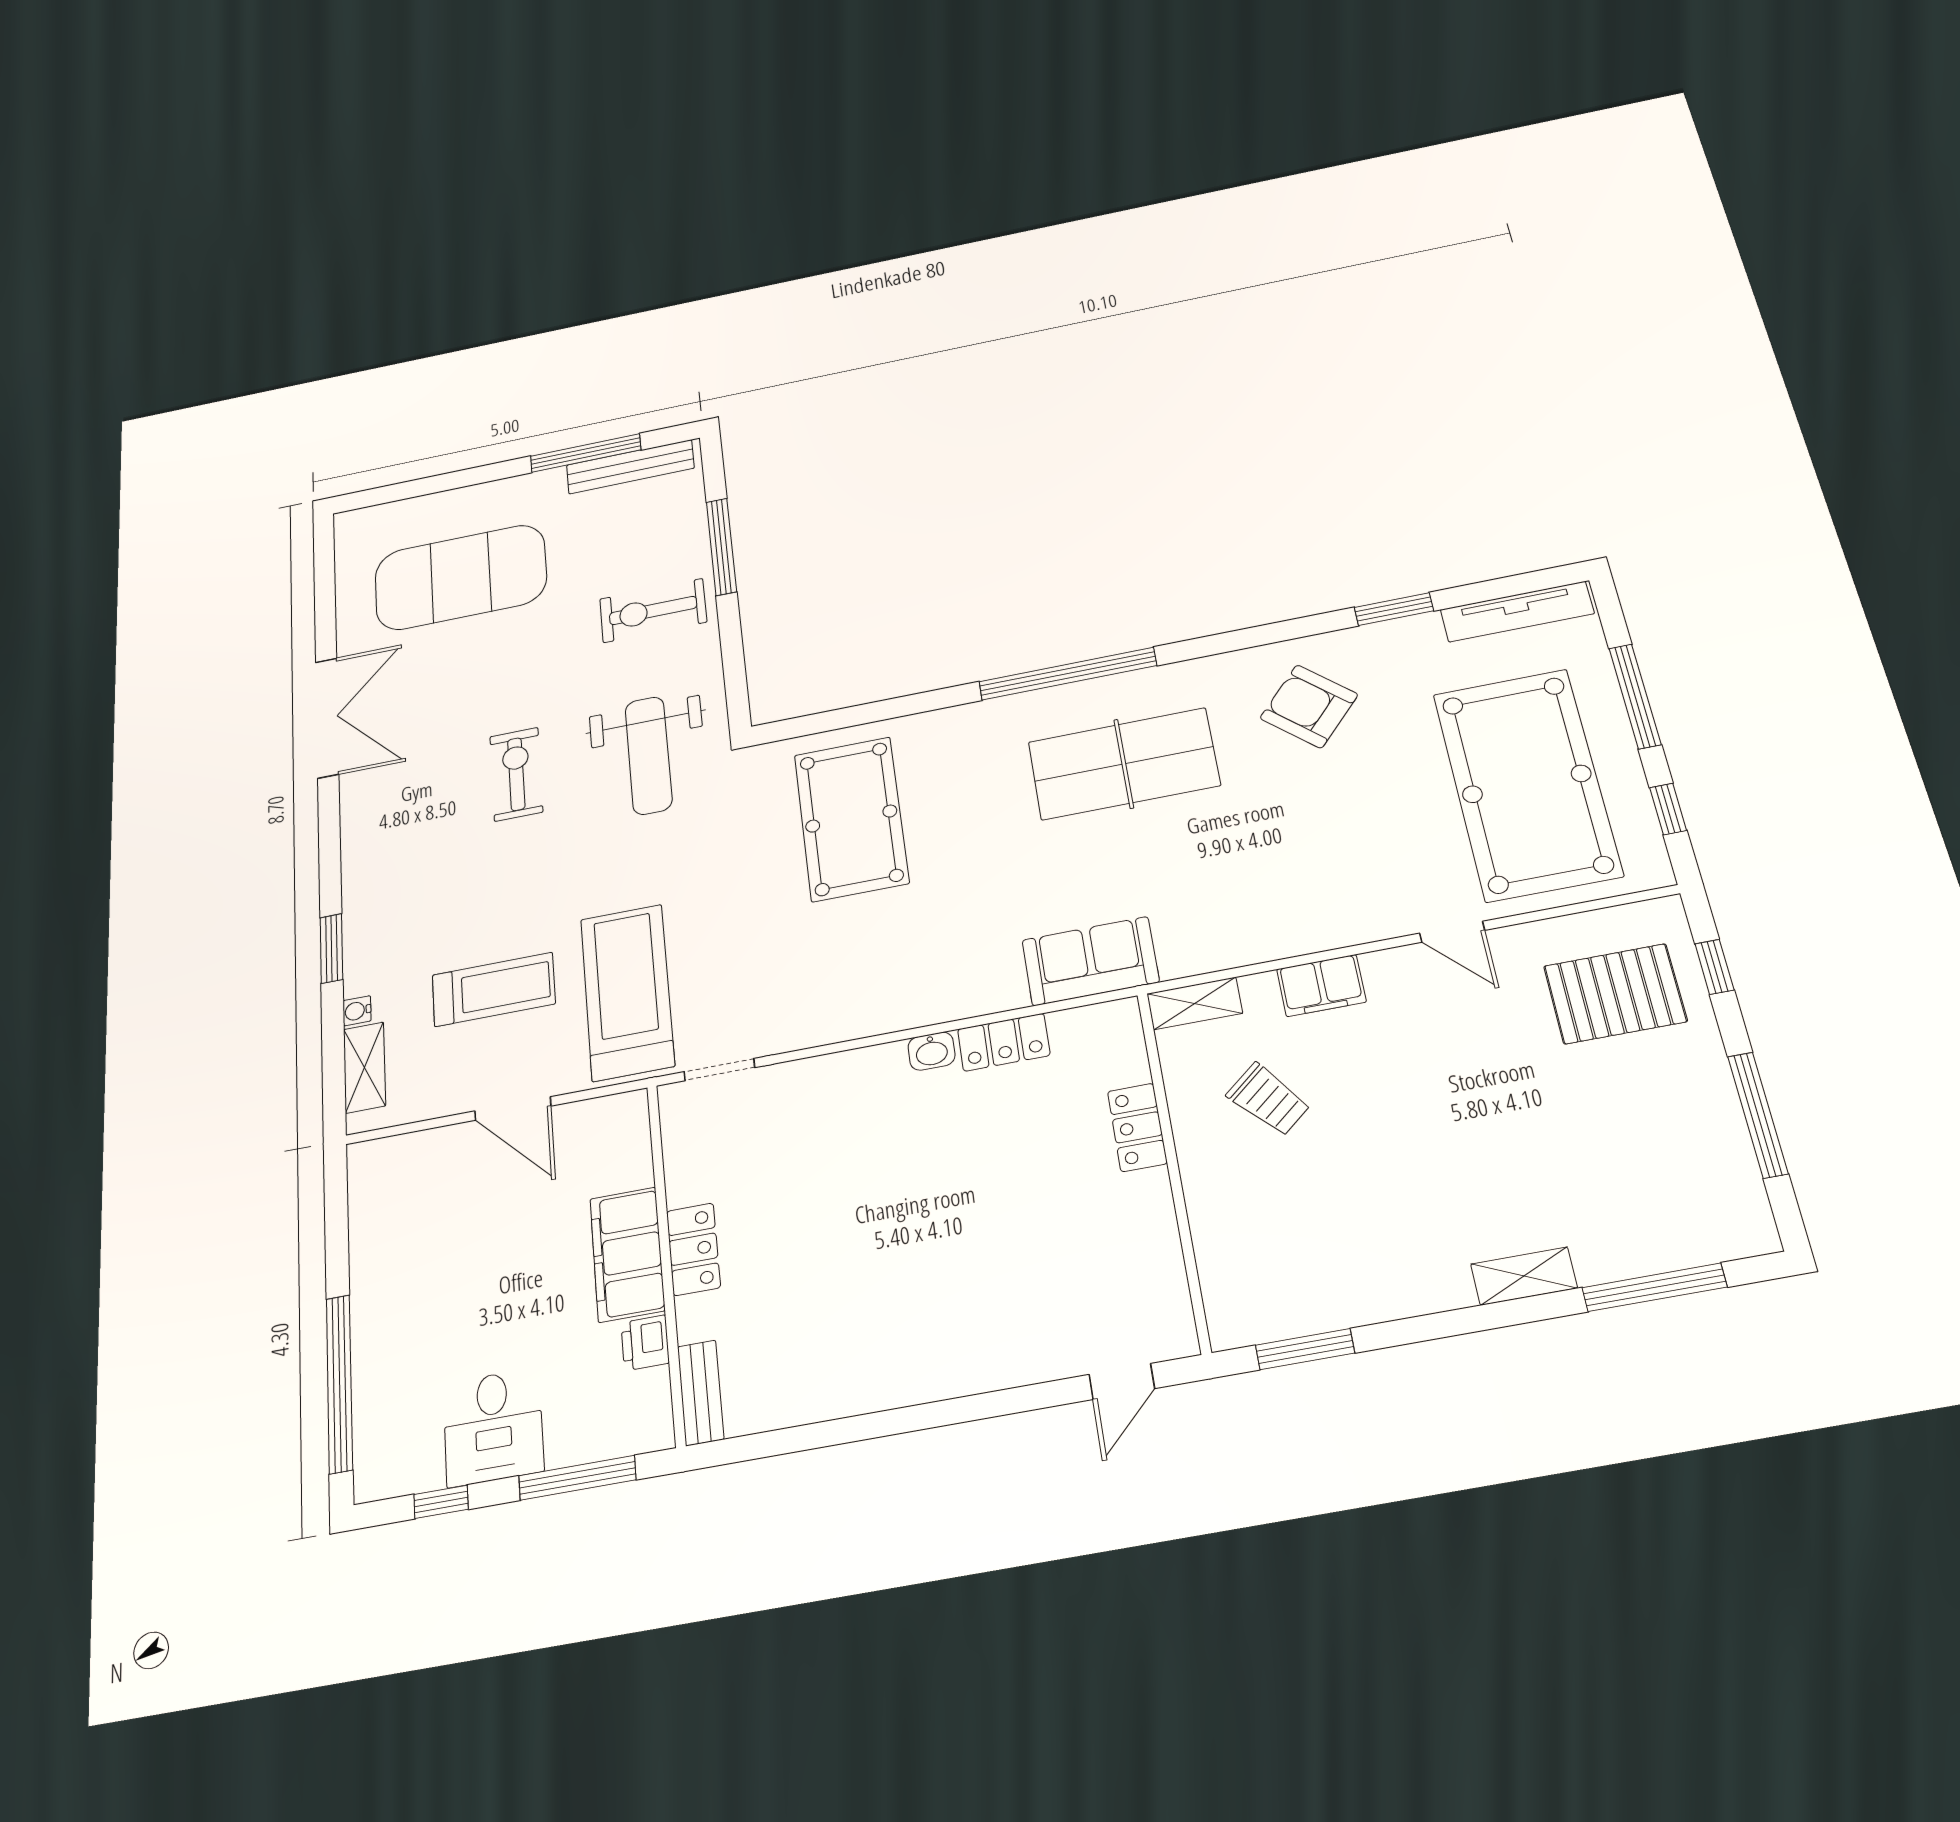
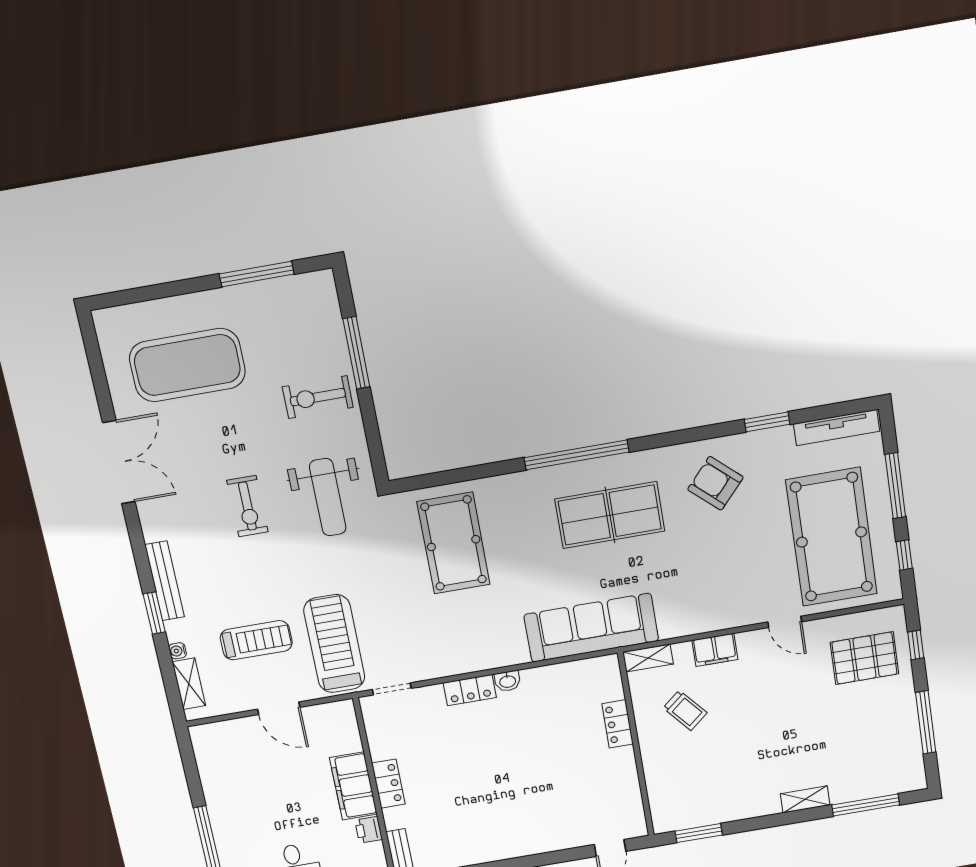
bench: (630, 467) -> (165, 581), moved, turned 90
exercise bike: (516, 774) -> (247, 506), turned 180
sofa: (1090, 961) -> (591, 628), width x1.85, depth x1.27
locker: (1004, 1042) -> (470, 690), moved

